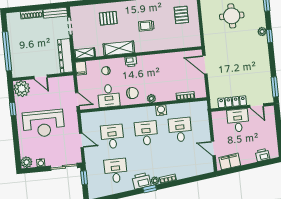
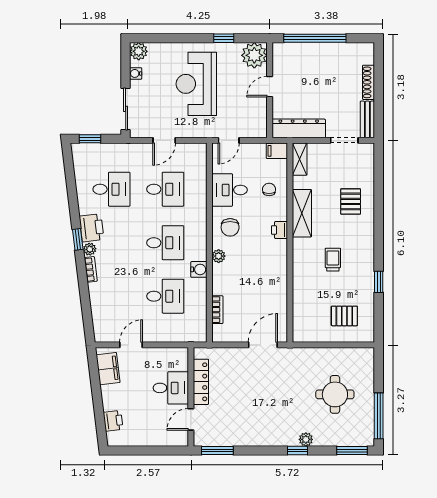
window: (84, 178) -> (90, 139), moved

